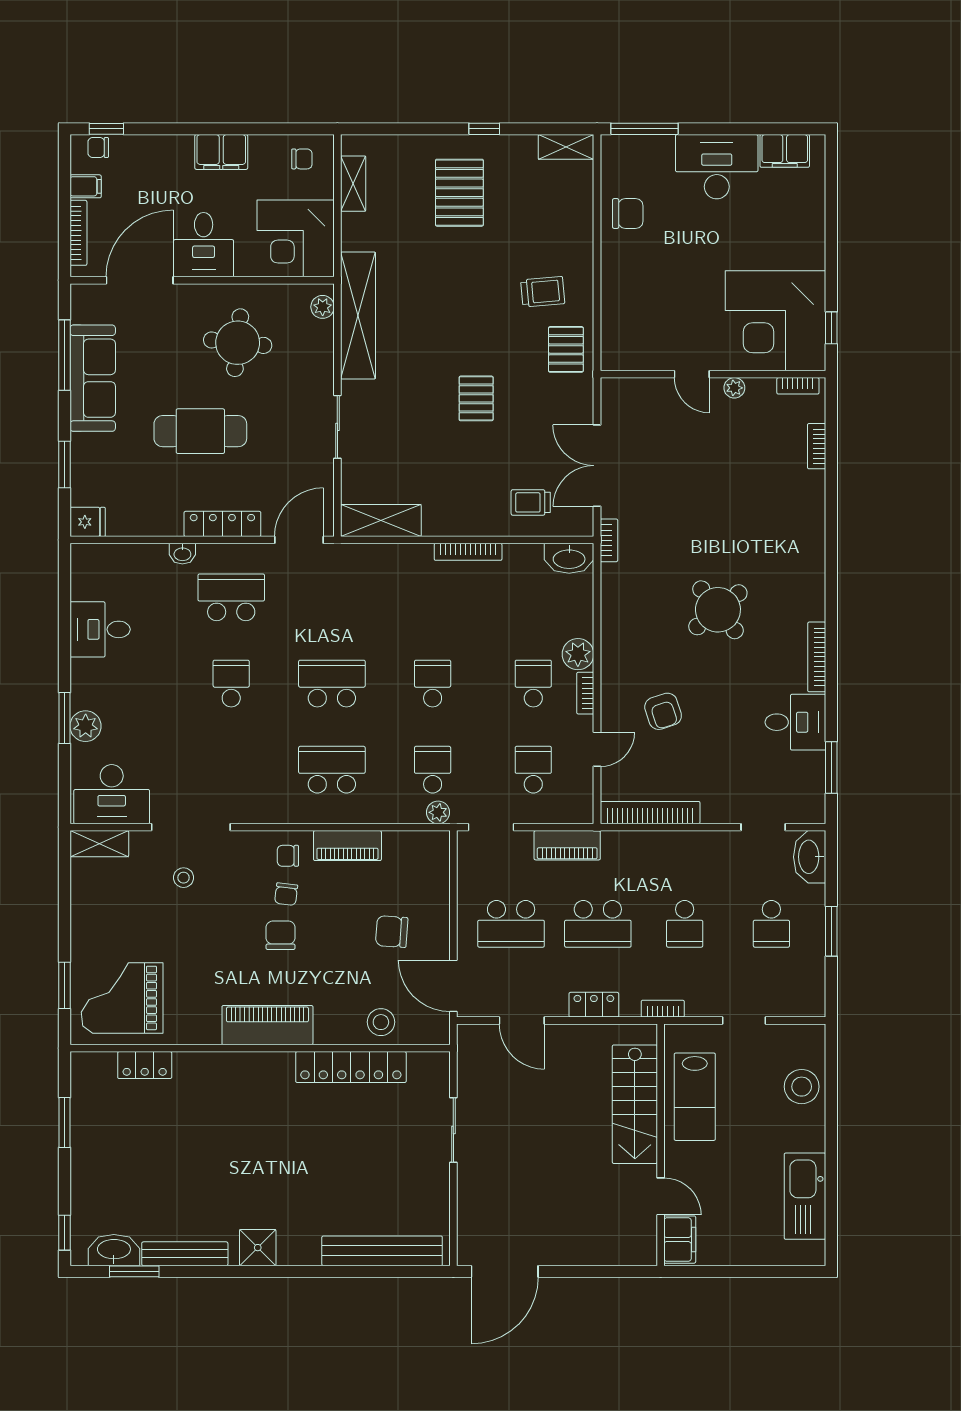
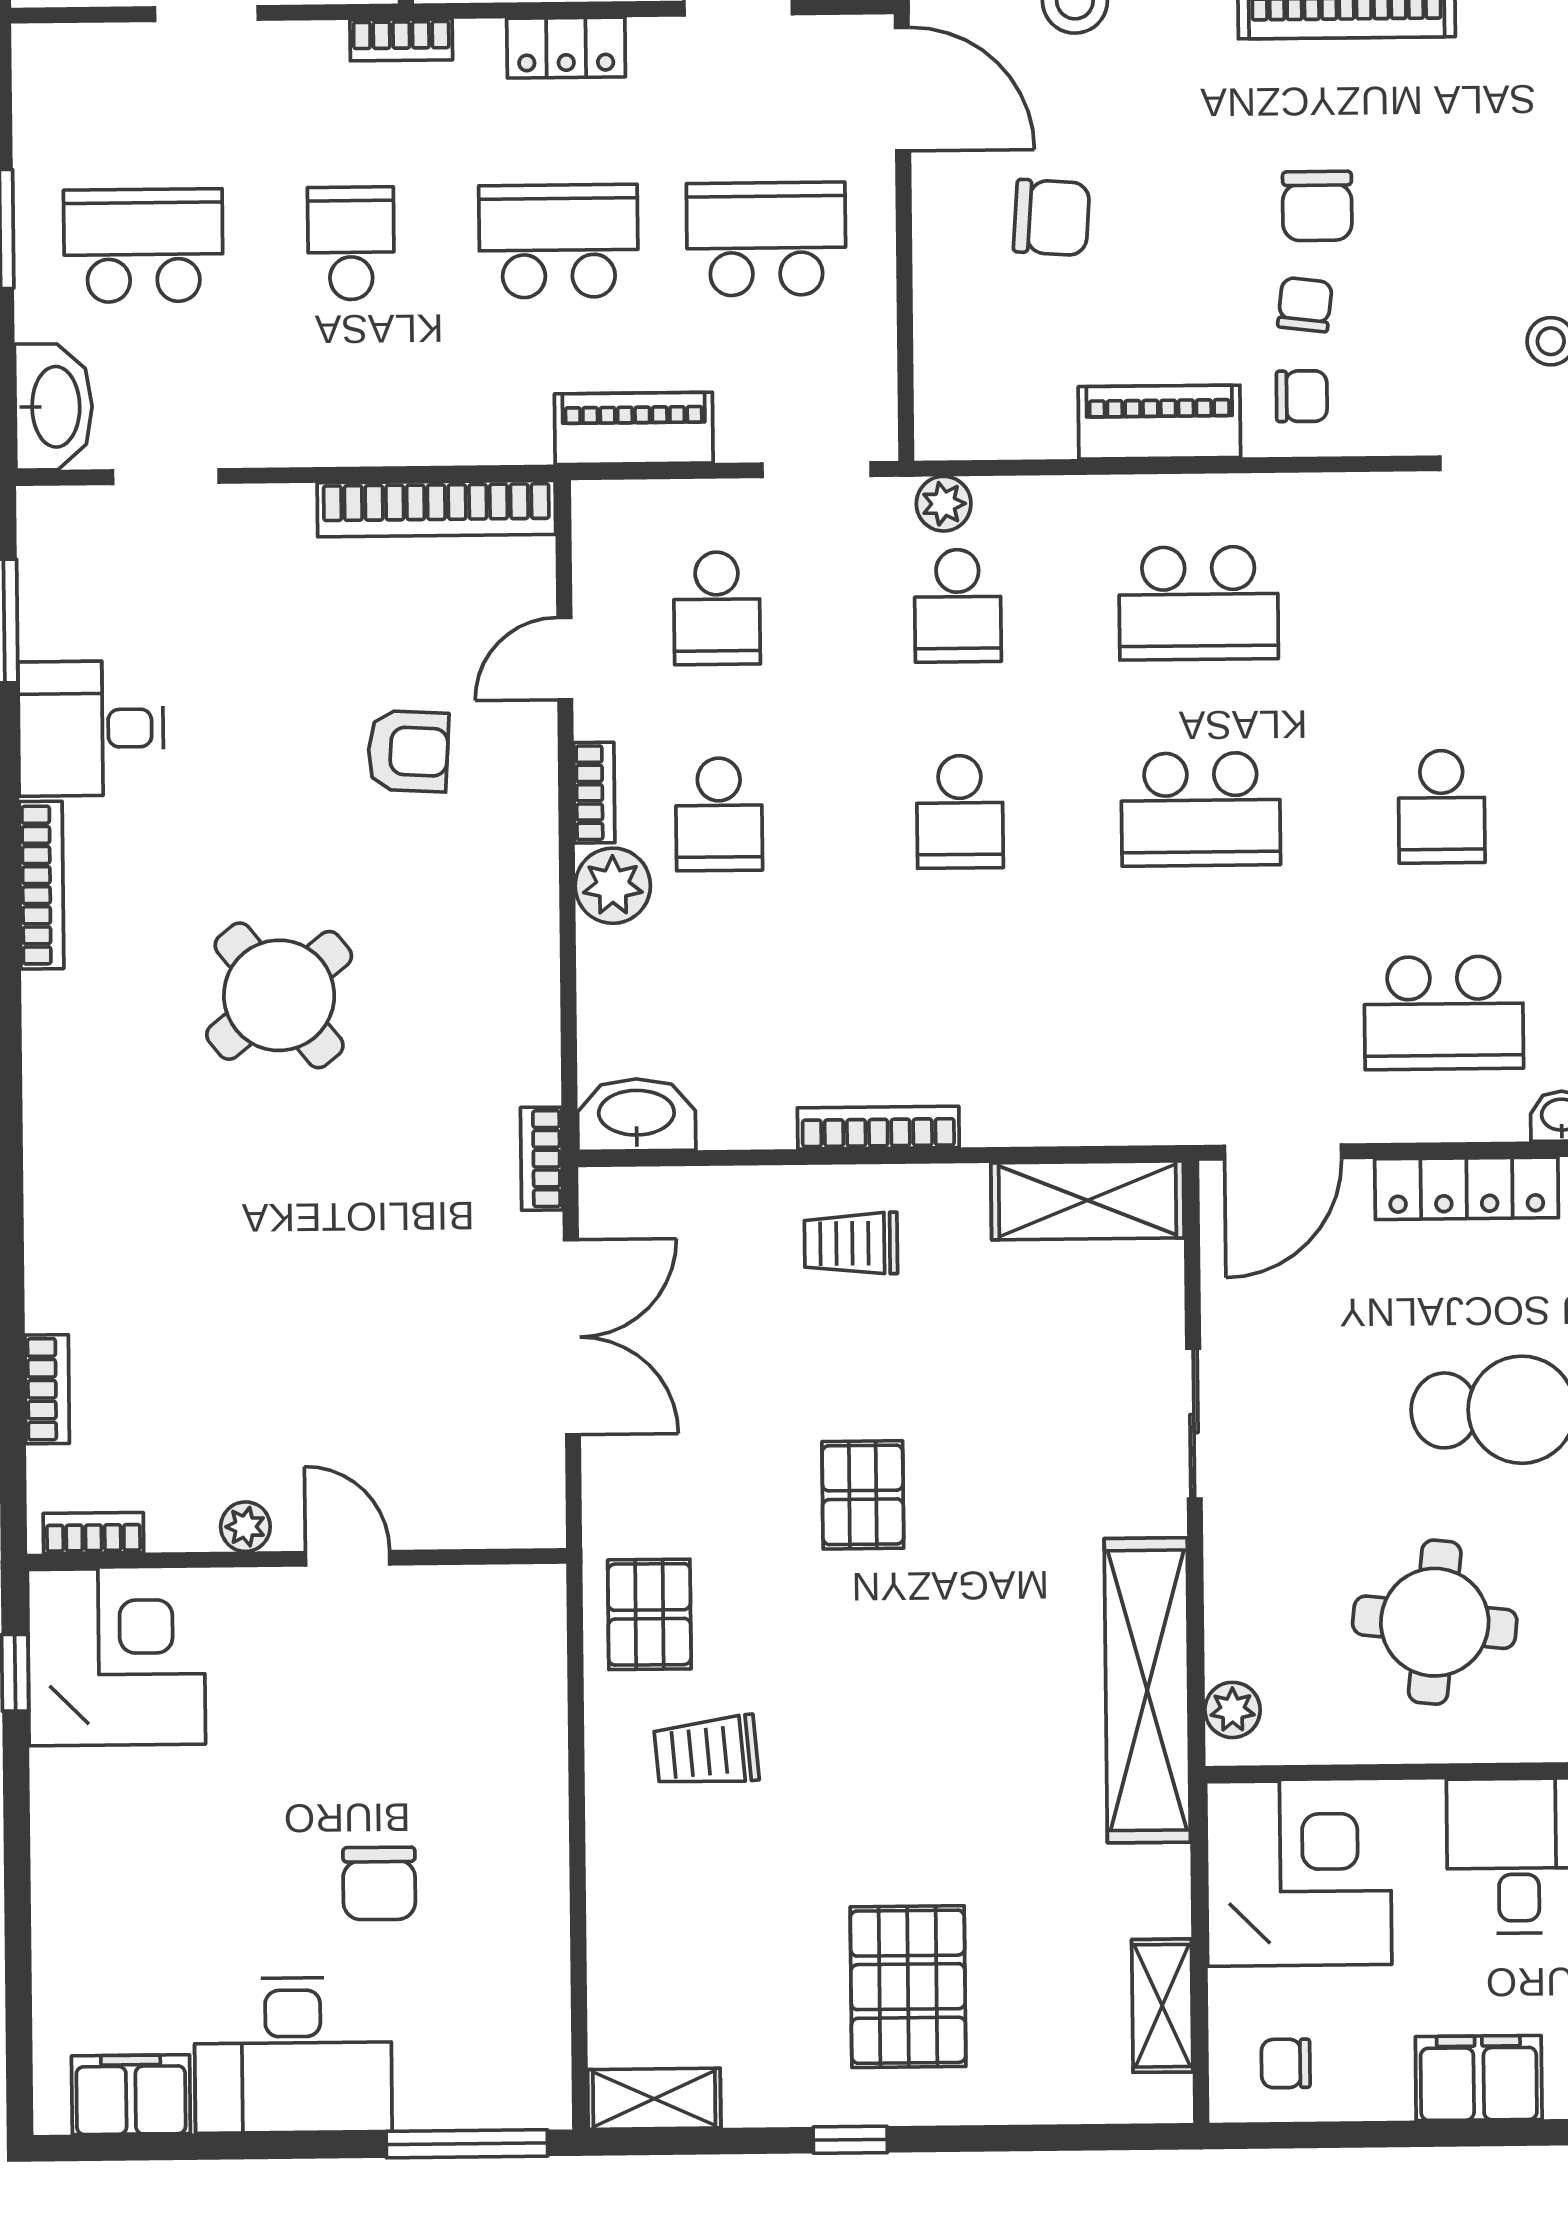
chair: (628, 214) -> (379, 1883), moved, turned -90
corner desk: (776, 321) -> (116, 1657), width x0.74, depth x0.74
trolley: (531, 502) -> (851, 1243), moved, turned 180
armchair: (663, 711) -> (408, 751), turned 111
school desk: (771, 924) -> (143, 246), width x1.85

